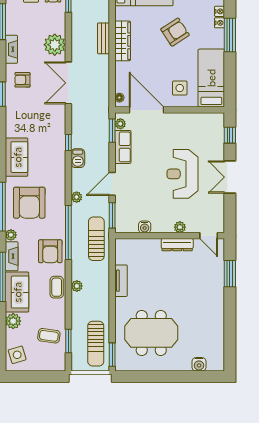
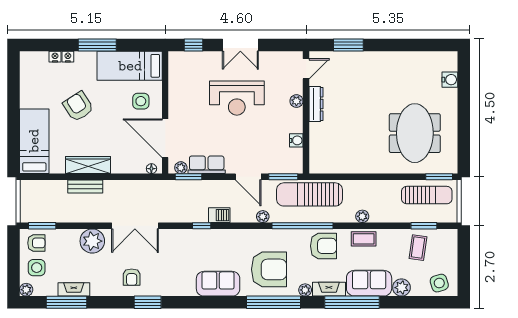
window: (230, 35) -> (97, 45), moved
fireplace: (11, 49) -> (74, 289), moved
door: (147, 110) -> (165, 138), hinge flipped
sun lounger: (96, 239) -> (309, 194), width x1.36, depth x1.34
tv unit: (121, 281) -> (356, 167), removed

